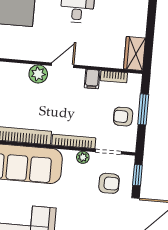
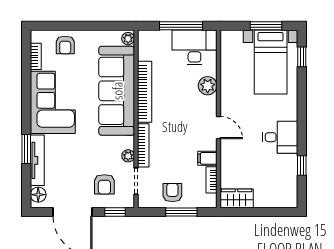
plant: (38, 74) -> (208, 86), moved

